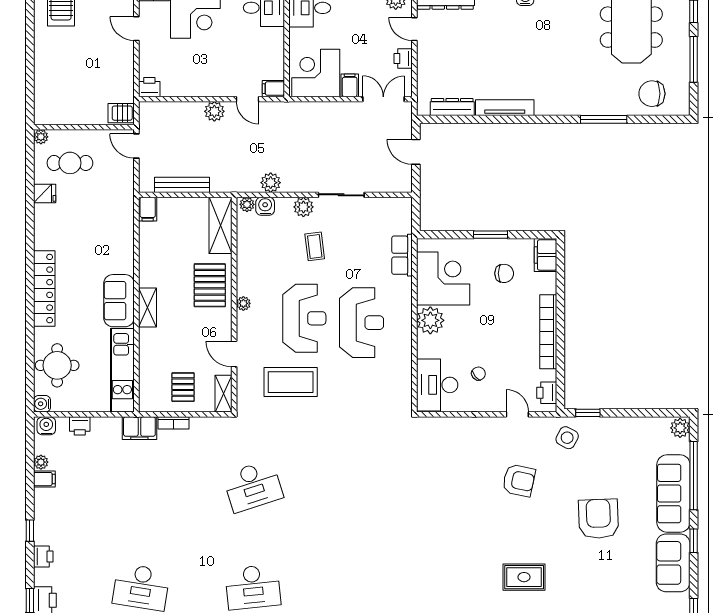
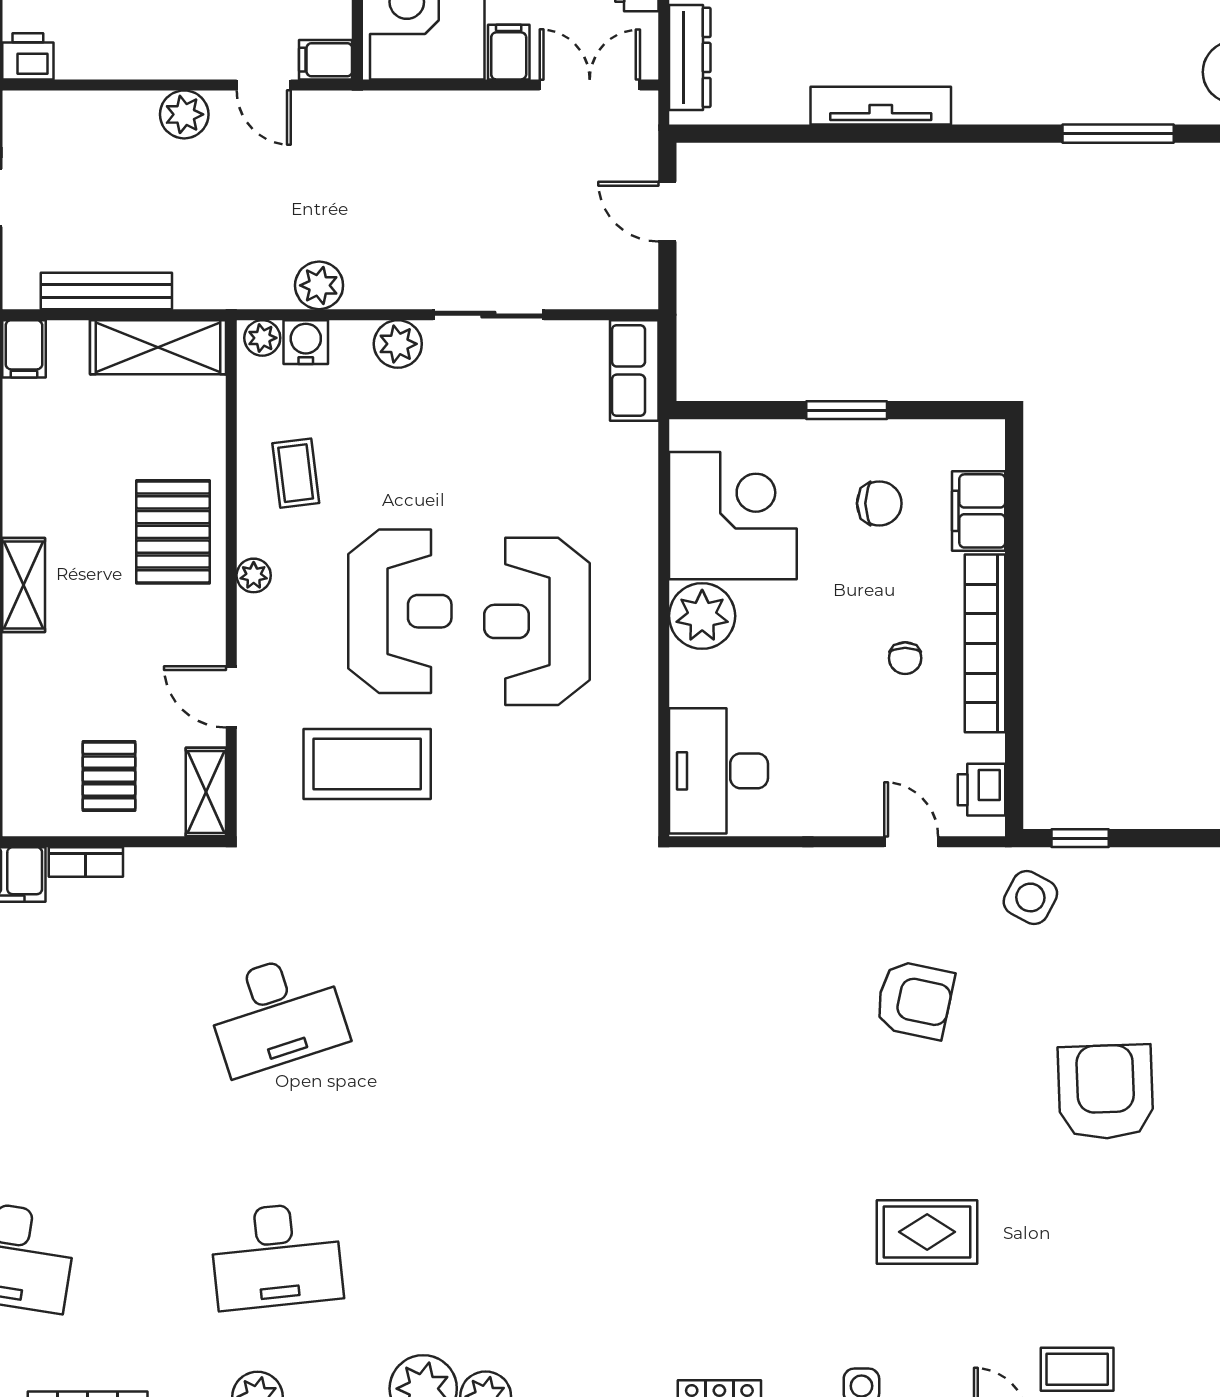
dresser: (452, 107) -> (690, 57), moved, turned 90
shelving: (220, 225) -> (158, 347), moved, turned 90
coffee table: (315, 246) -> (296, 473), moved
row of seats: (402, 255) -> (634, 371), moved
filing cabinet: (546, 255) -> (979, 511), moved
reception desk: (362, 323) -> (537, 621), turned 180
chair: (478, 374) -> (905, 658), moved, turned 129

